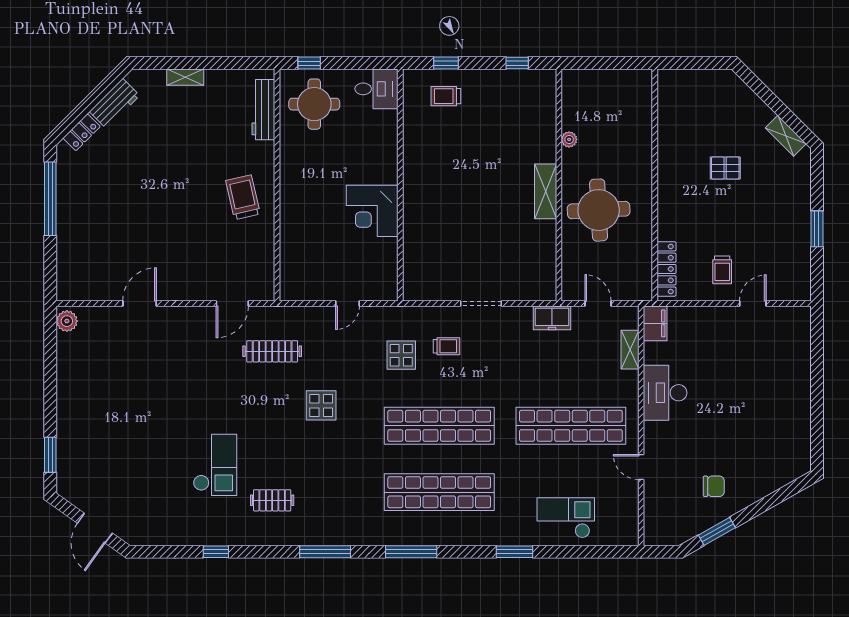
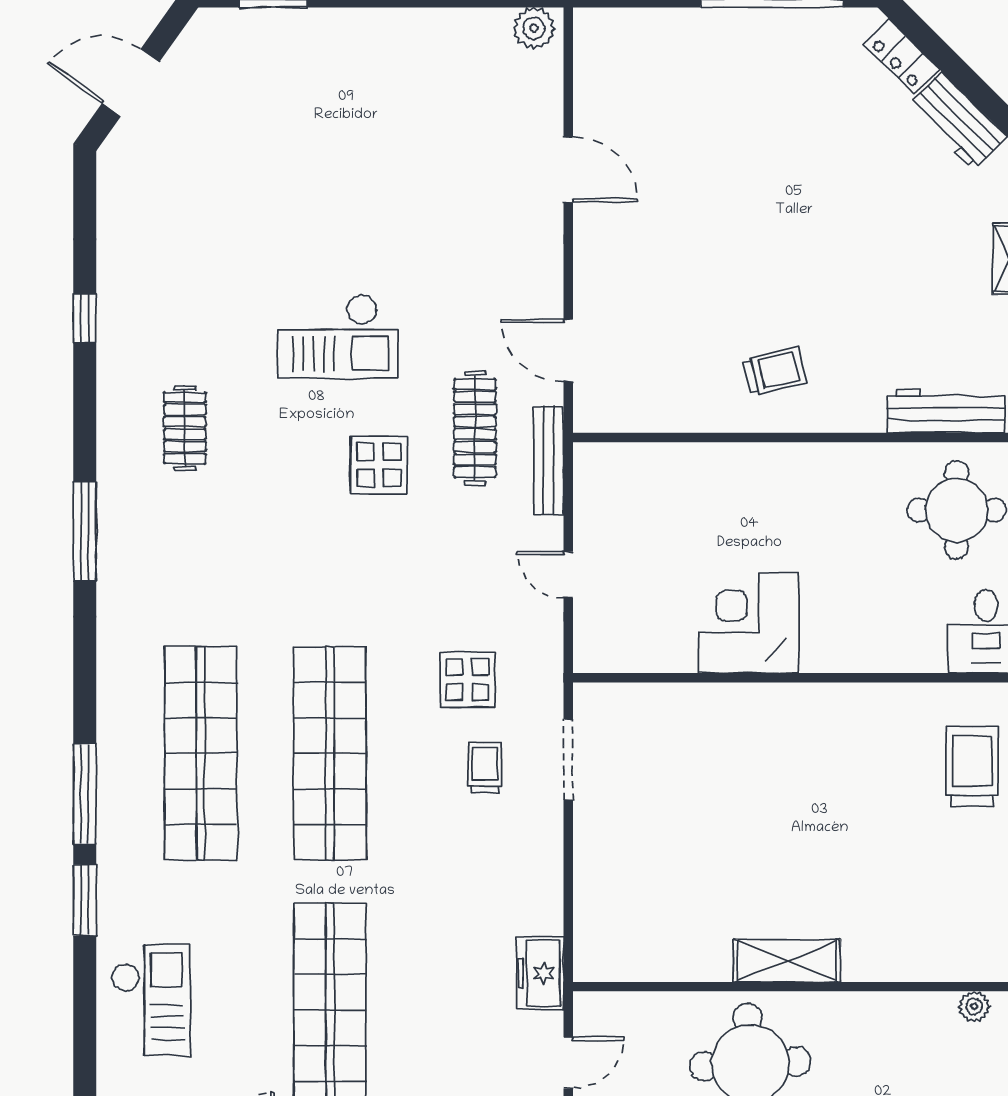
trolley: (446, 96) -> (972, 766), width x1.36, depth x1.39
plant: (569, 139) -> (974, 1007), moved
trolley: (243, 197) -> (775, 371), width x0.73, depth x0.72
doorway: (481, 303) -> (568, 759), moved
bench: (289, 314) -> (549, 460), added
trolley: (446, 346) -> (485, 768), turned 180
display table: (321, 405) -> (379, 465), moved
checkout: (215, 465) -> (338, 336), moved
window: (411, 552) -> (85, 794), moved

